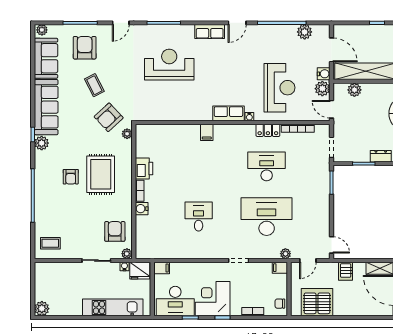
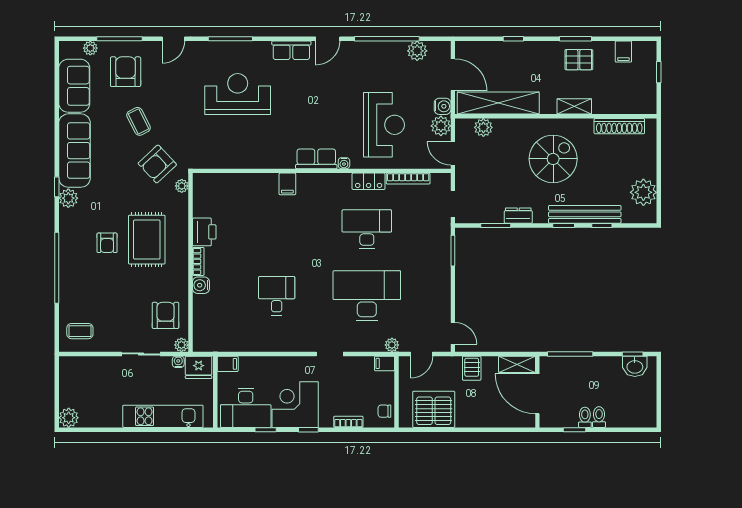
plant: (42, 30) -> (90, 48), moved

